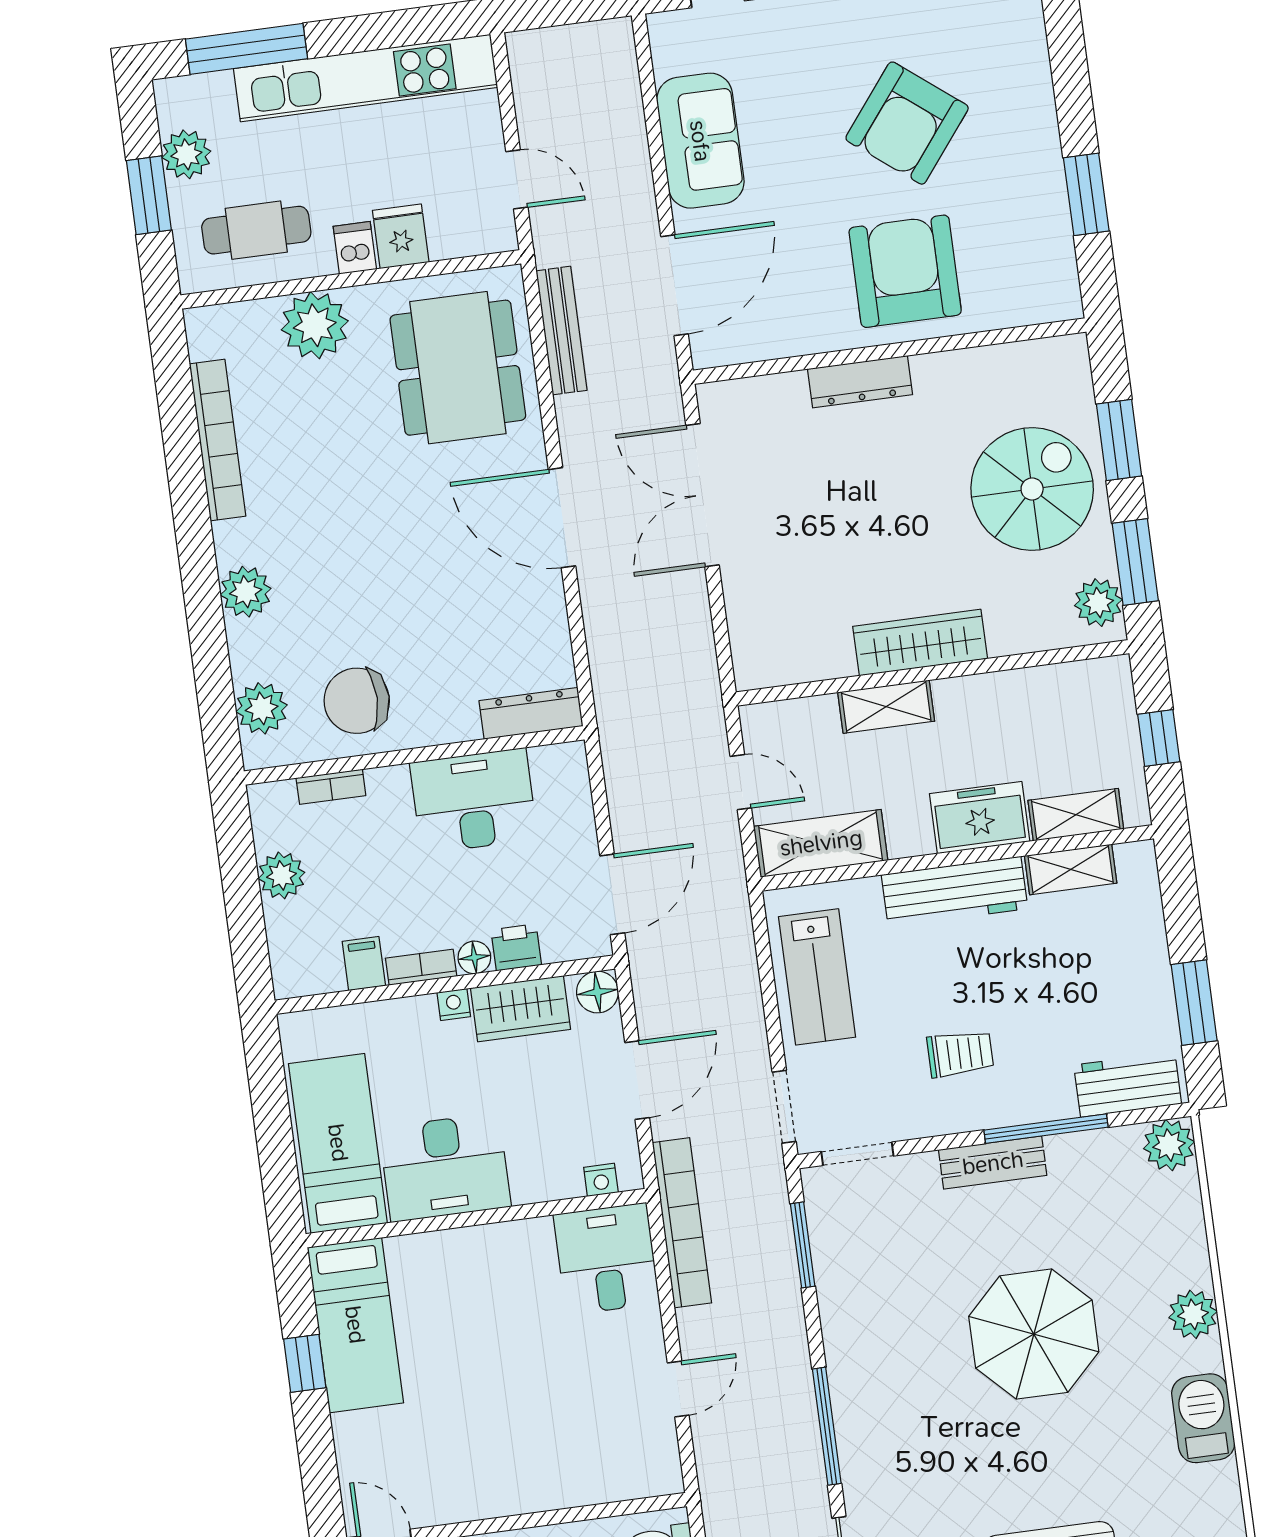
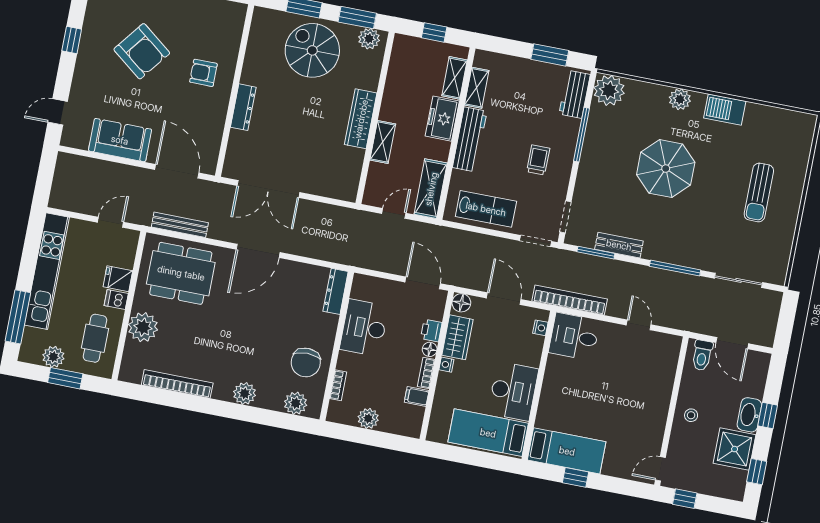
armchair: (905, 271) -> (203, 73), width x0.53, depth x0.53
plant: (1169, 1145) -> (609, 90), width x1.36, depth x1.36
bench: (993, 1163) -> (619, 245), moved, turned 90

